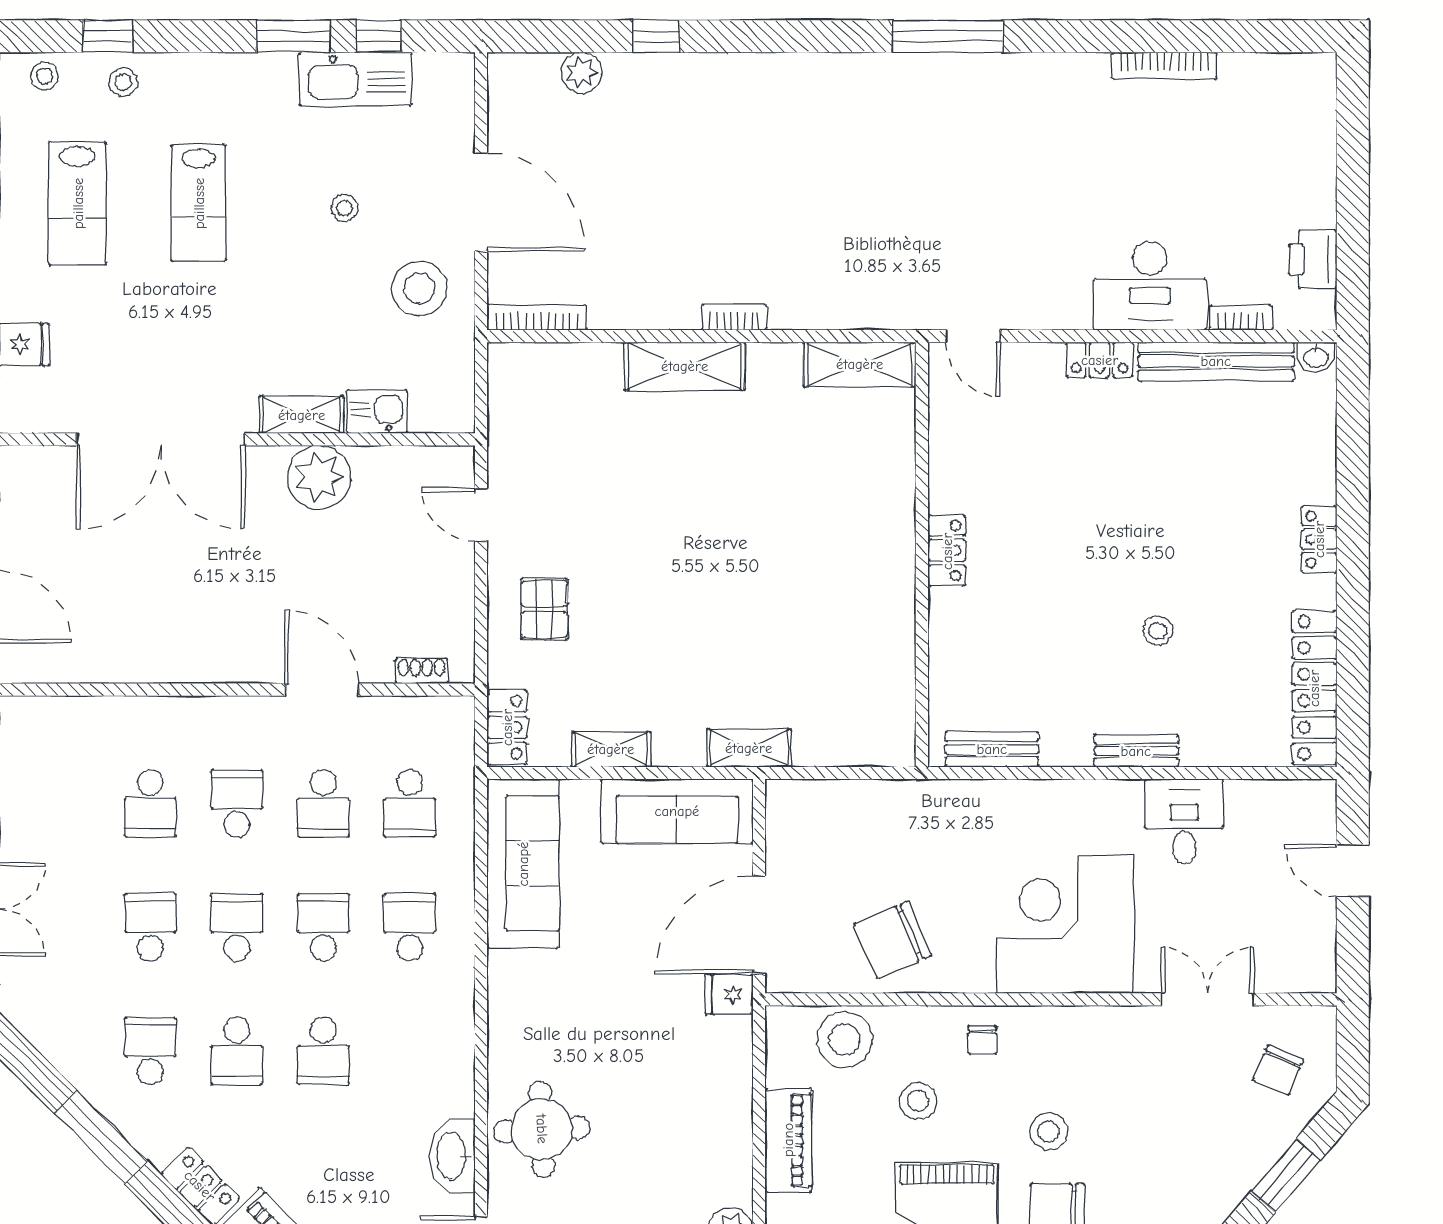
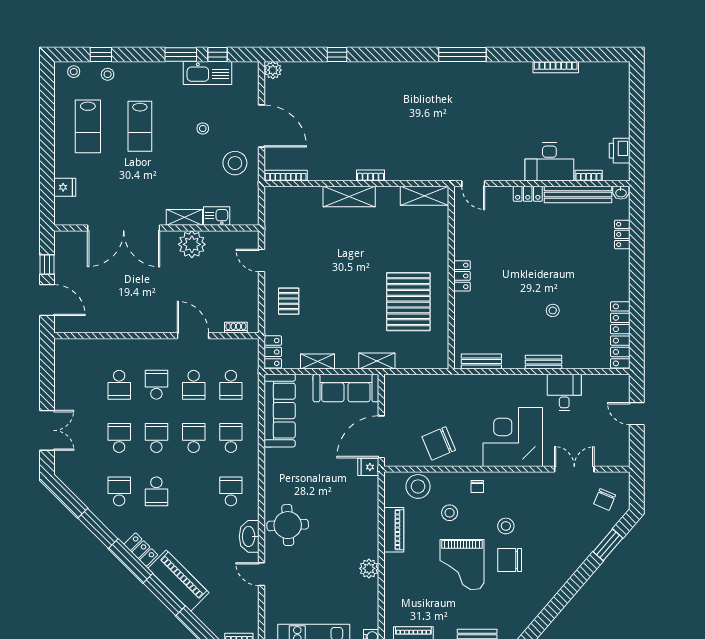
plant: (581, 72) -> (273, 70), moved
locker: (1319, 539) -> (622, 234), moved
pallet: (822, 610) -> (408, 302), added
school desk: (323, 1051) -> (231, 491), moved, turned 180

